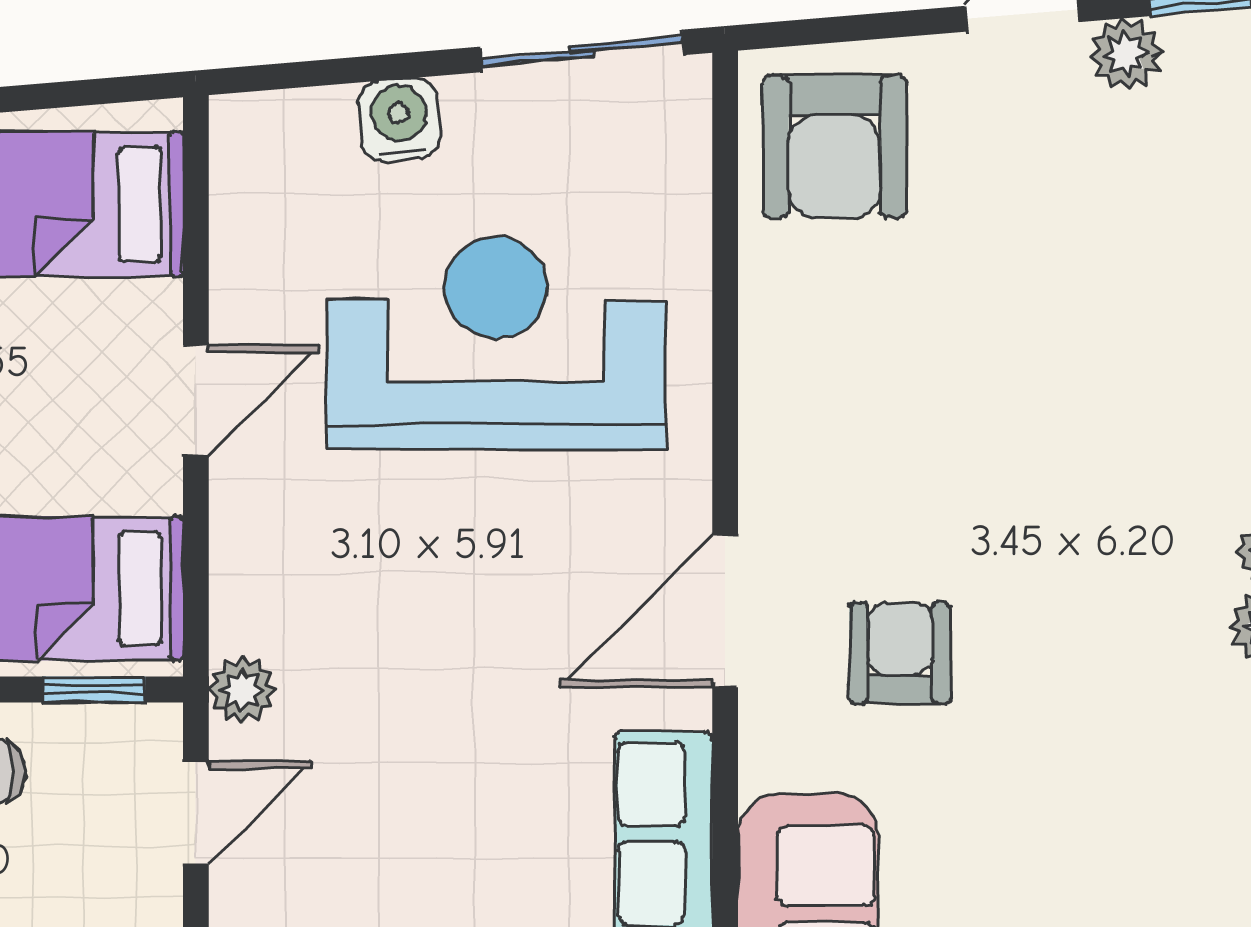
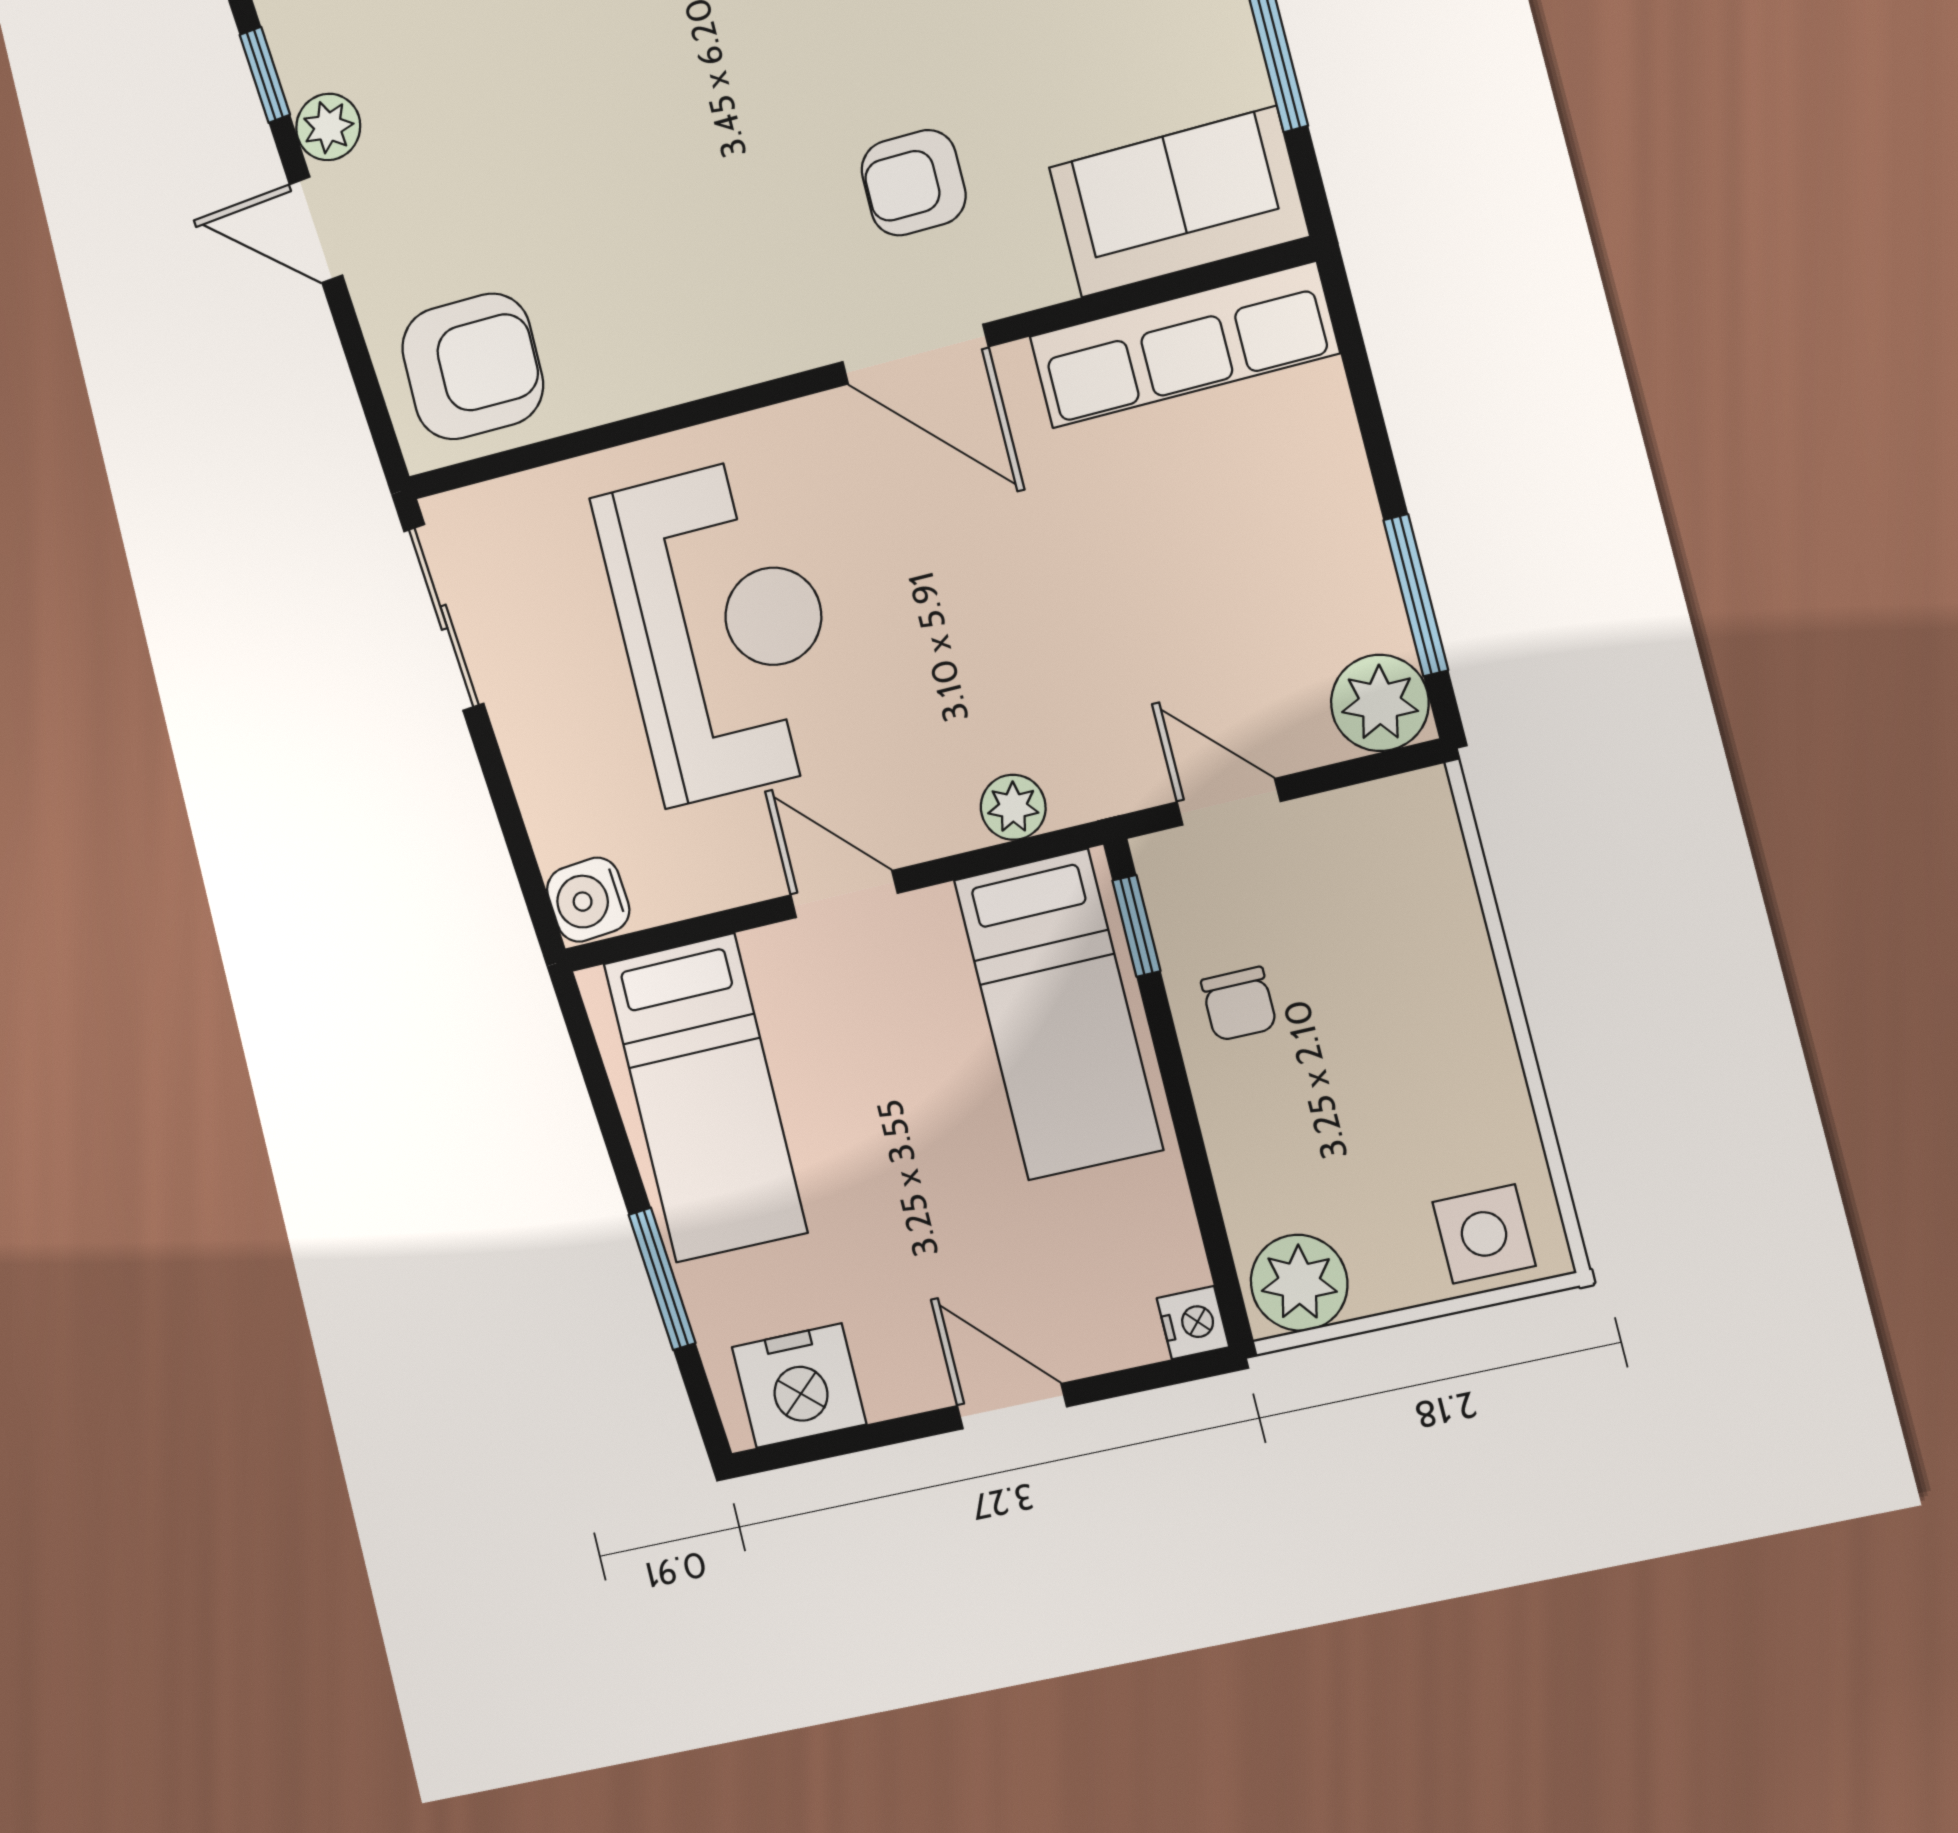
water cooler: (399, 119) -> (588, 900), moved
reception desk: (496, 343) -> (723, 629), turned 180
plant: (242, 690) -> (1013, 807), moved

